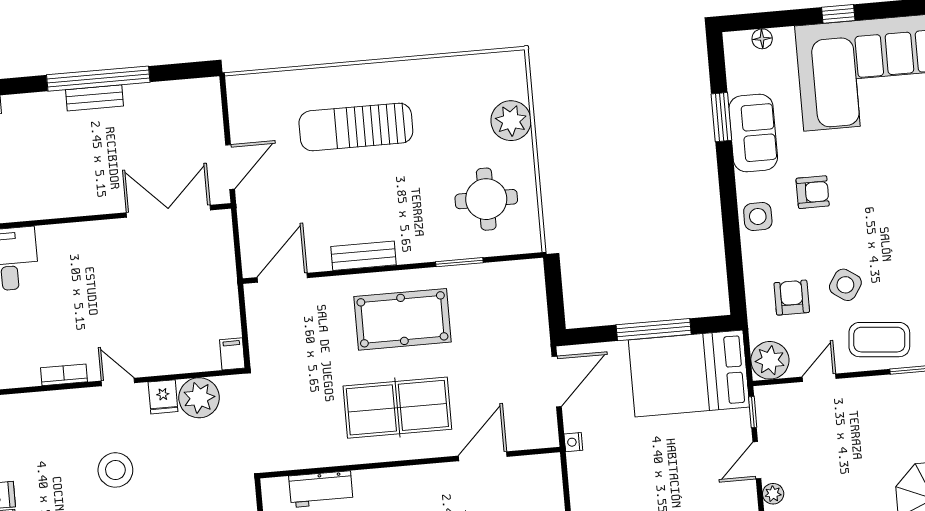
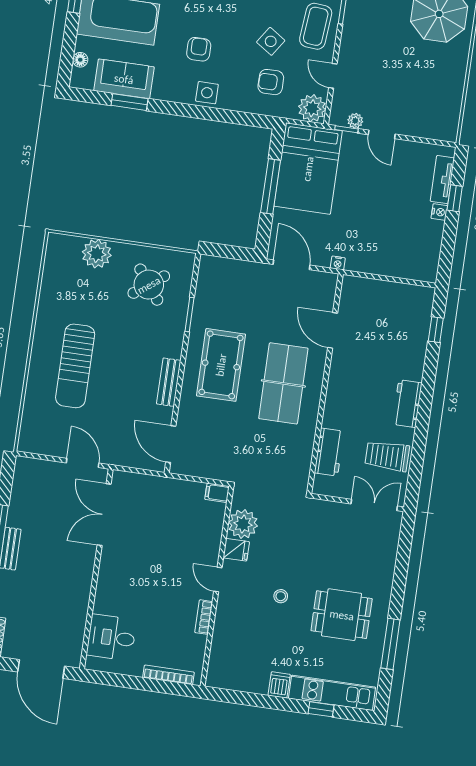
sofa: (753, 133) -> (124, 79), moved
round table: (486, 199) -> (149, 285), turned -37
door: (118, 382) -> (218, 580), hinge flipped
stool: (115, 470) -> (281, 596), width x0.53, depth x0.53
plant: (773, 494) -> (355, 121), moved

